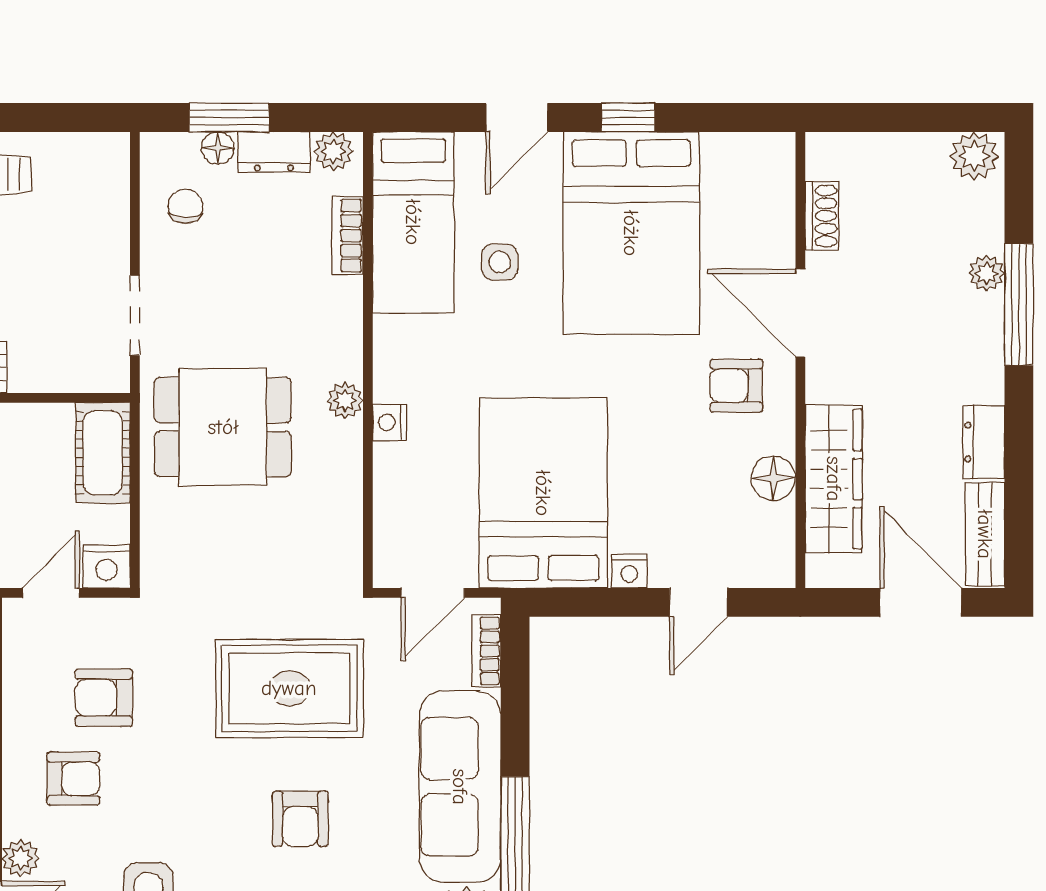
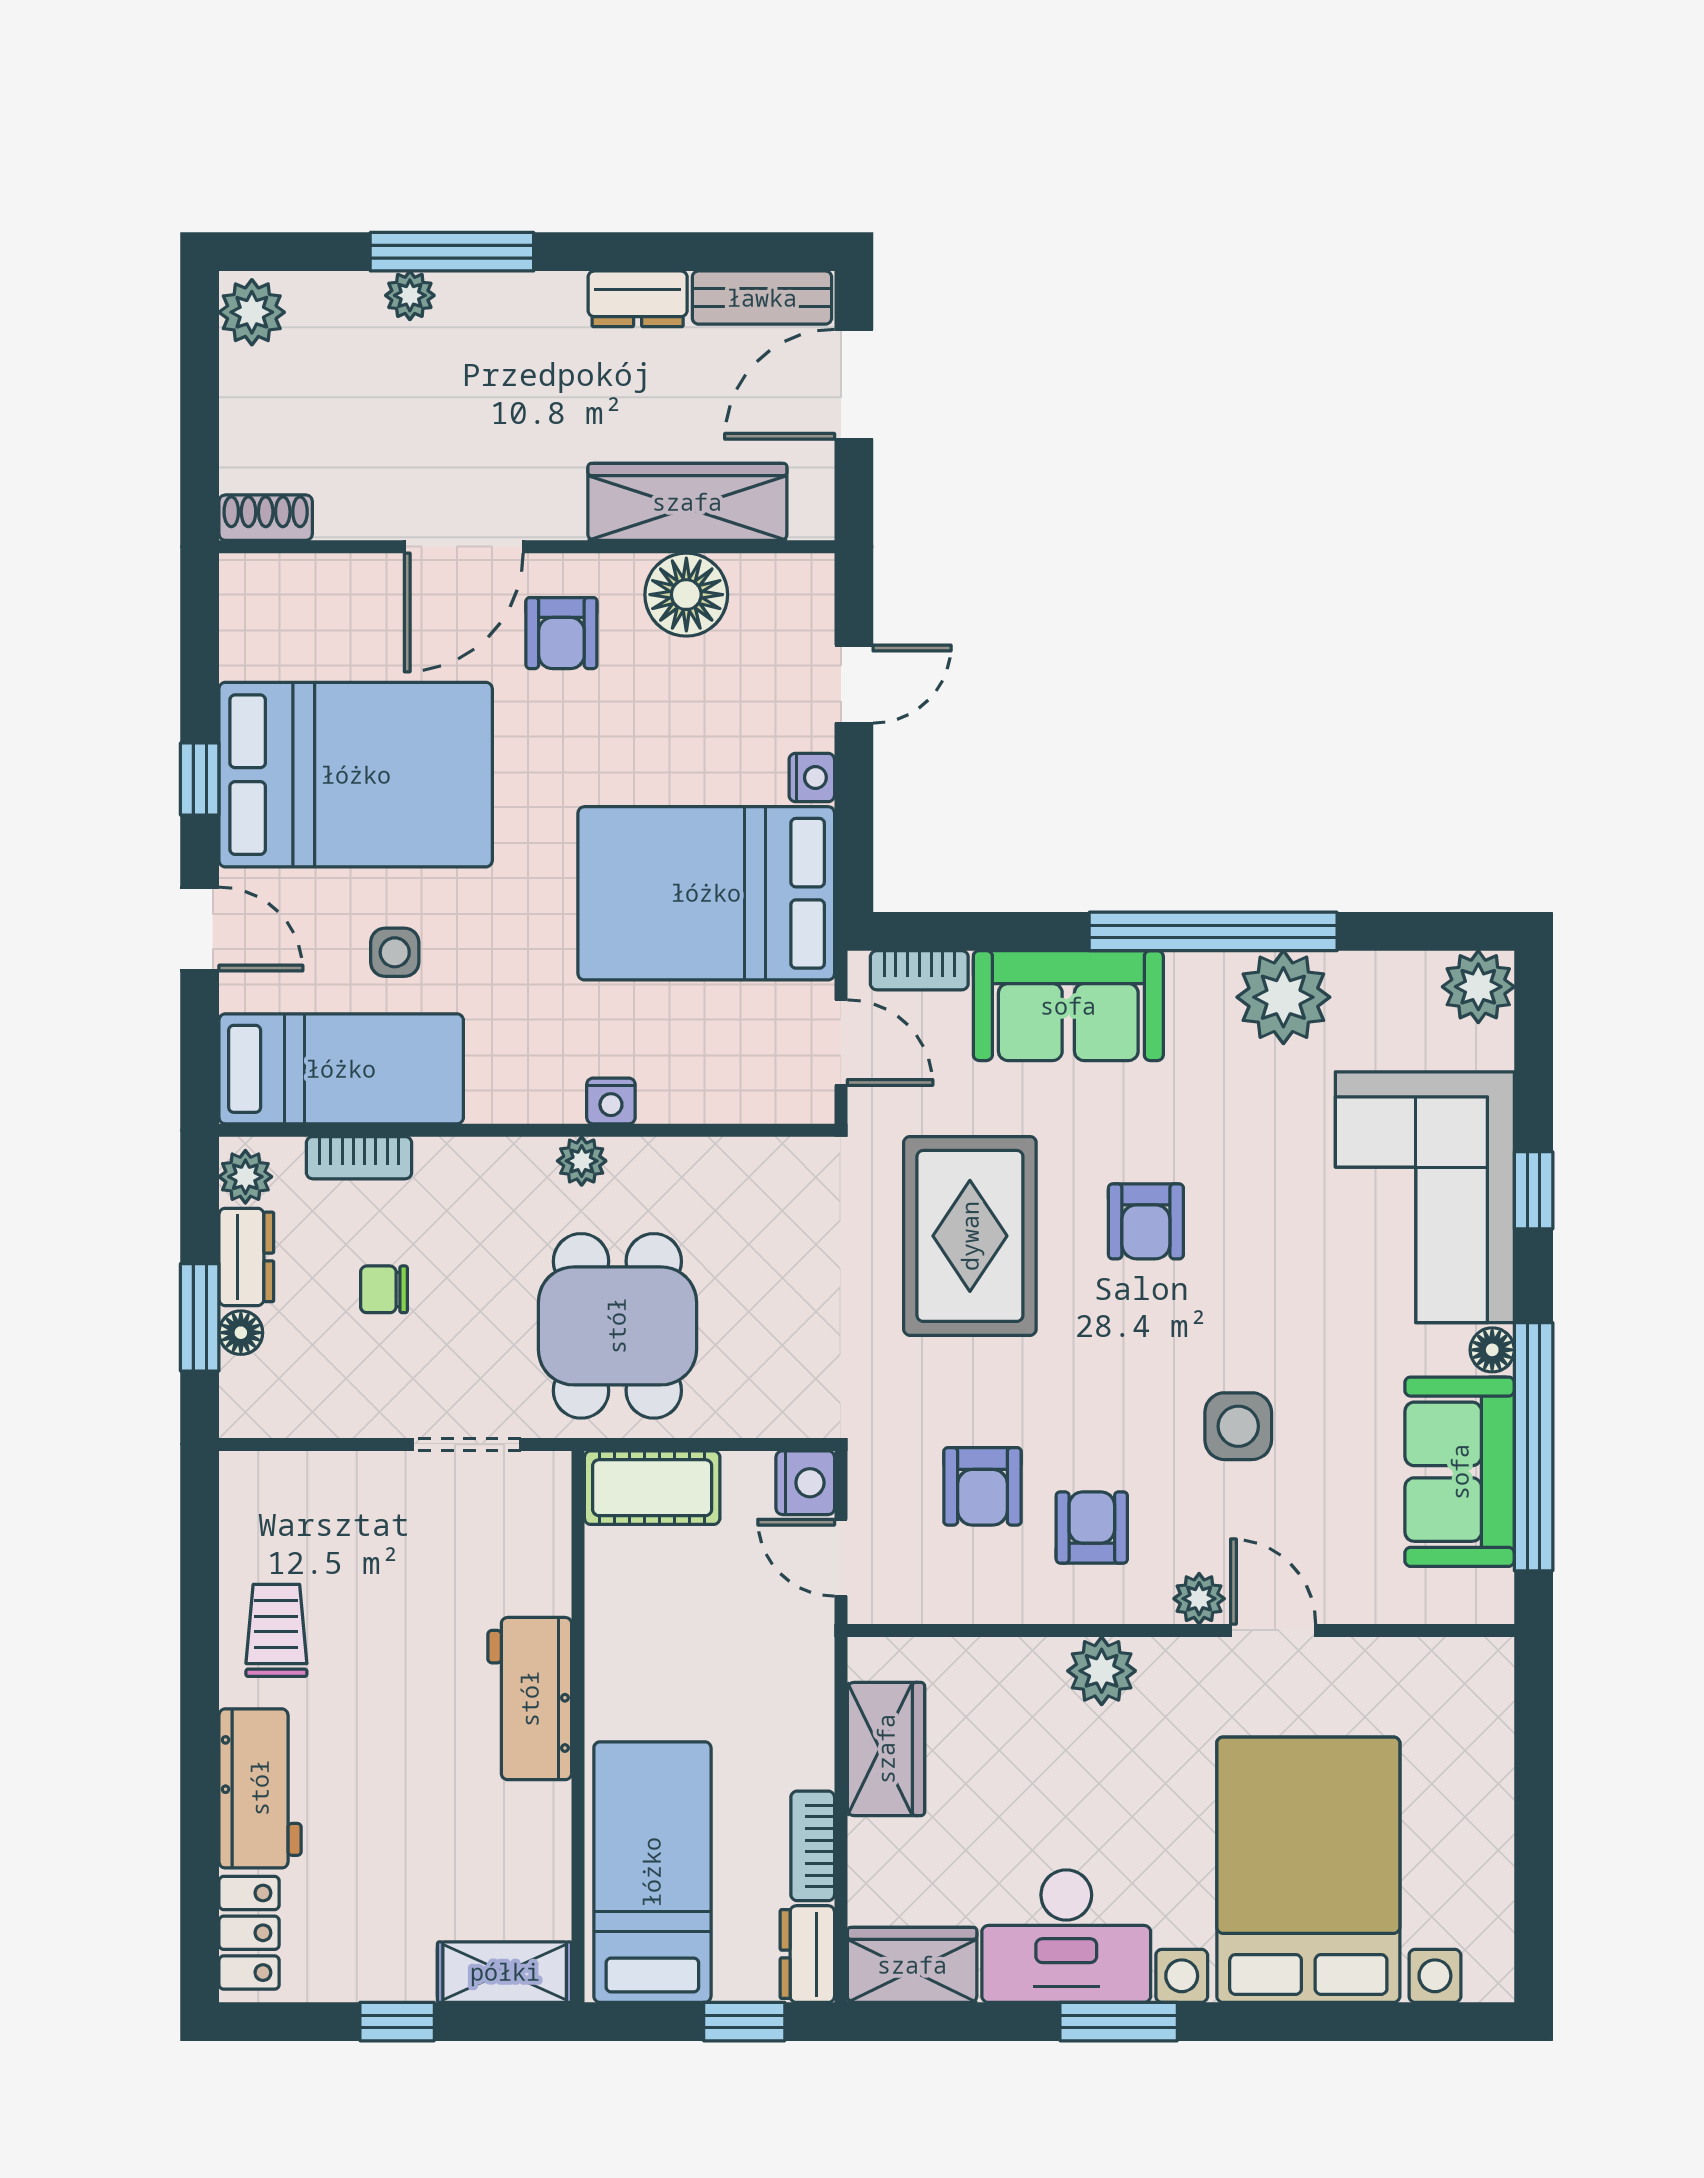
chair: (185, 206) -> (384, 1289), moved
shoe rack: (822, 216) -> (266, 518), moved
floor lamp: (773, 478) -> (686, 595), width x1.38, depth x1.38
door: (698, 602) -> (854, 684), hinge flipped
sofa: (460, 787) -> (1068, 1006), width x0.73
armchair: (300, 819) -> (1146, 1221), turned 90

